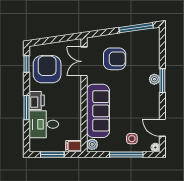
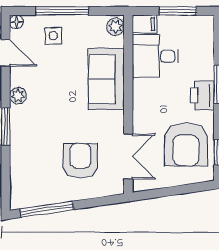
armchair: (115, 59) -> (80, 161), turned 90
plant: (154, 79) -> (18, 96), moved
sofa: (98, 111) -> (106, 79), width x0.73
desk: (44, 124) -> (155, 56), moved, turned 180

